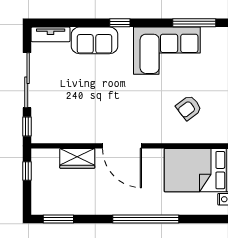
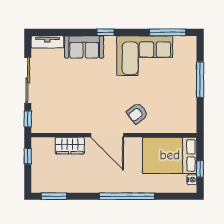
armchair: (189, 108) -> (137, 113), moved

